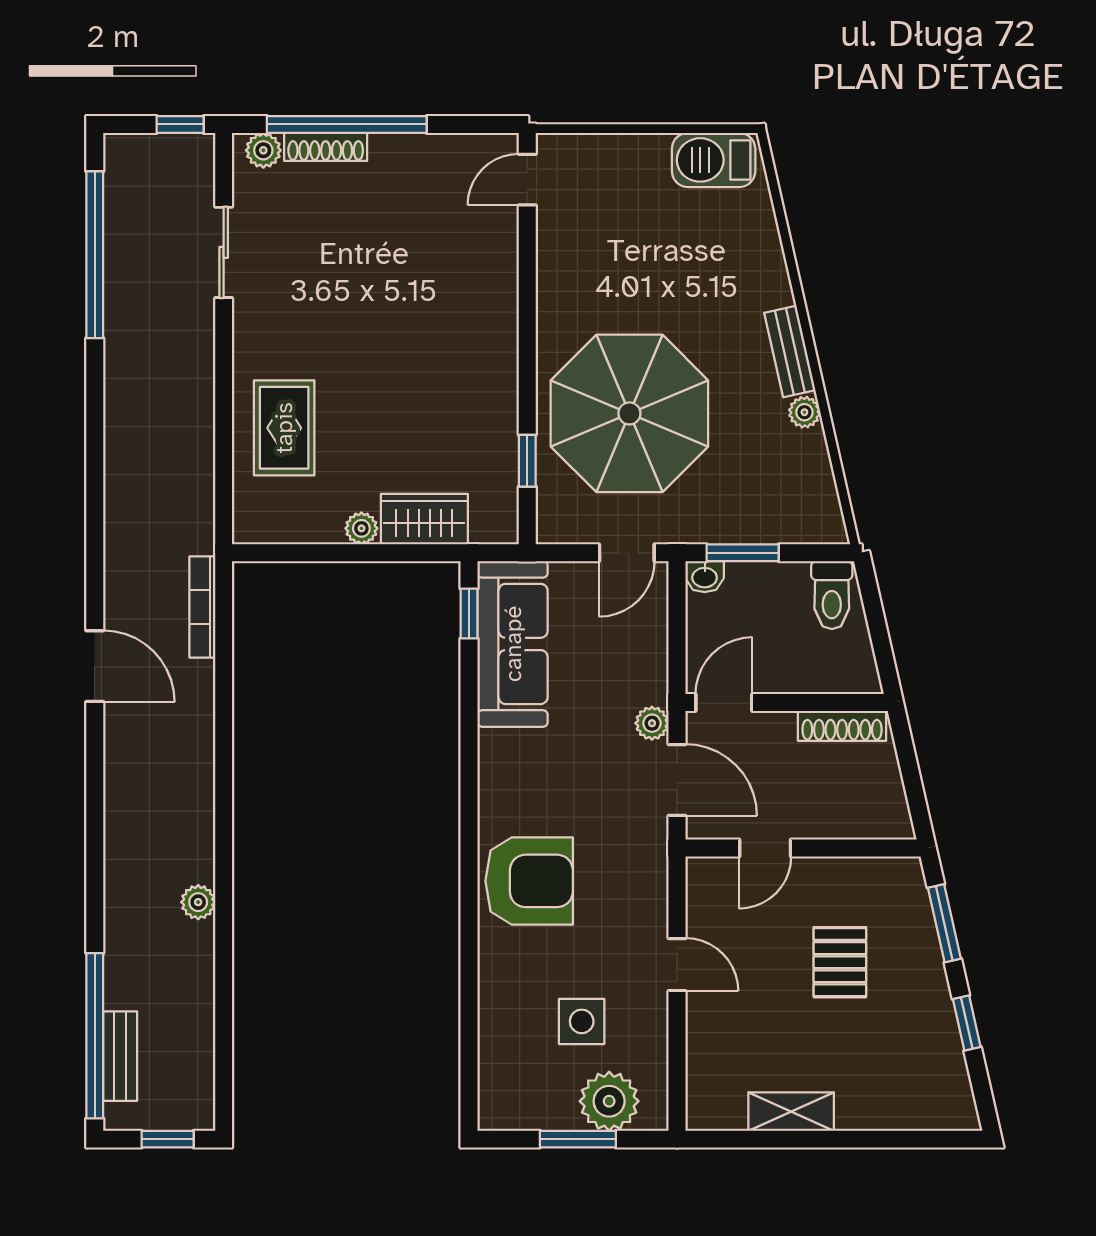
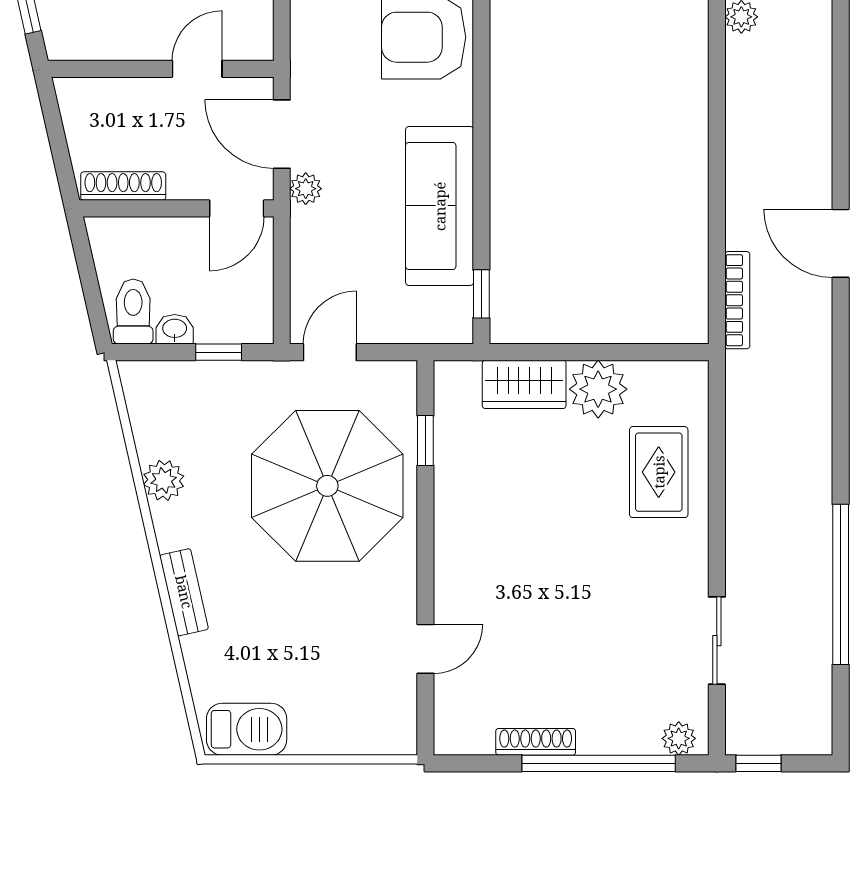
shoe rack: (326, 147) -> (536, 742), moved
door: (527, 180) -> (425, 649), moved
window: (95, 255) -> (841, 584), moved
bench: (790, 352) -> (184, 592), moved
plant: (804, 412) -> (164, 480), width x1.38, depth x1.38
plant: (361, 528) -> (598, 389), width x1.88, depth x1.88
window: (743, 553) -> (219, 352), width x0.67
washbasin: (705, 577) -> (175, 329), moved
sofa: (513, 644) -> (440, 206), moved

